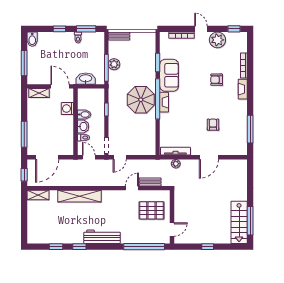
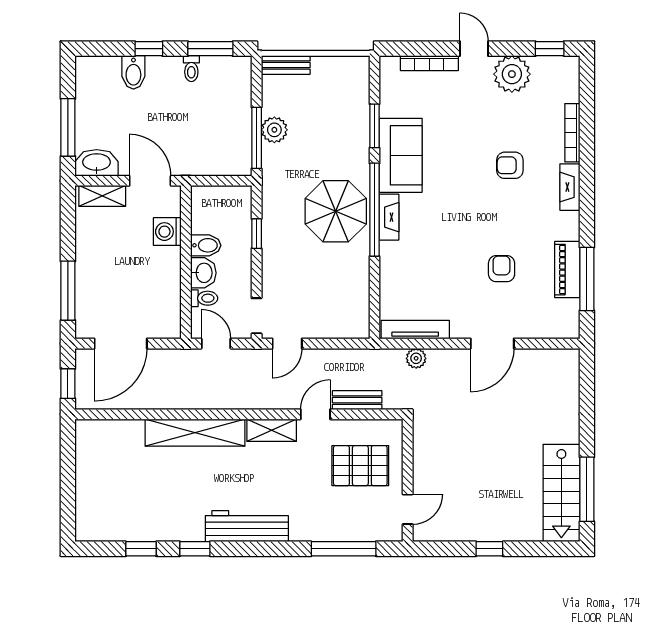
bidet: (32, 39) -> (133, 72), moved
washbasin: (86, 79) -> (97, 163), moved
piano: (242, 125) -> (567, 270), added
shelving: (38, 195) -> (272, 430), moved
window: (144, 247) -> (344, 549), width x0.68

